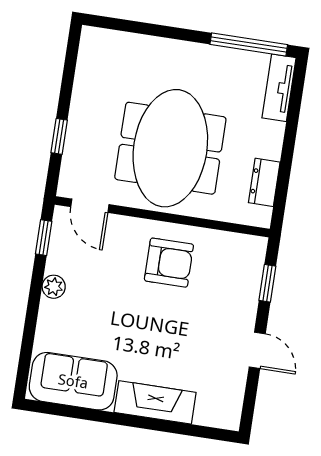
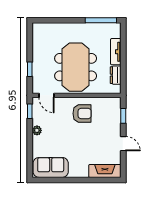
tv unit: (279, 88) -> (116, 52), moved
fireplace: (155, 402) -> (105, 171), moved

